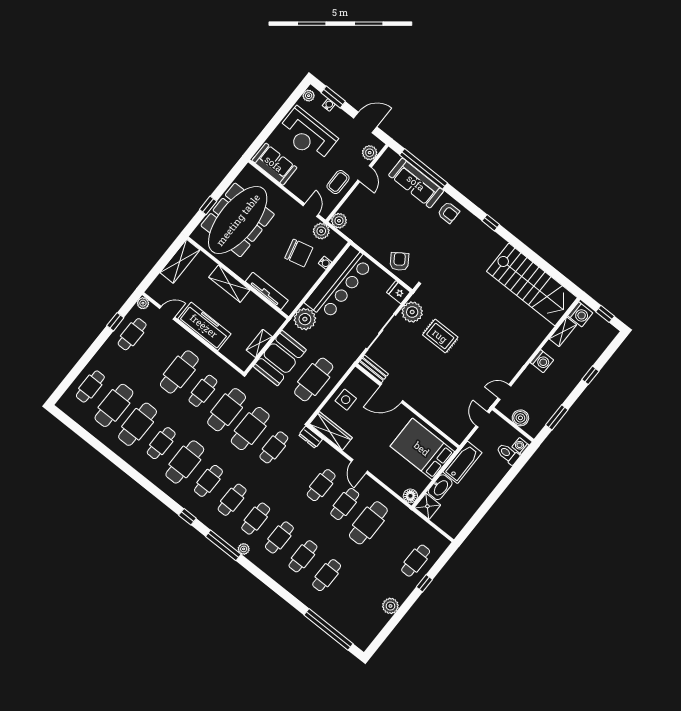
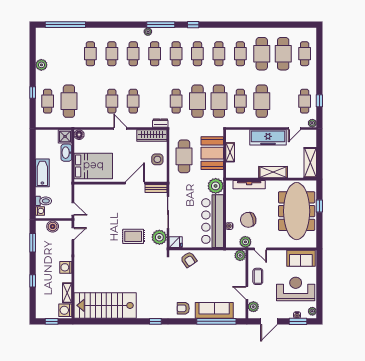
cafe table: (185, 462) -> (219, 54), width x0.73, depth x0.74
bathtub: (462, 462) -> (42, 173), moved, turned 180
cafe table: (368, 523) -> (69, 101), moved

